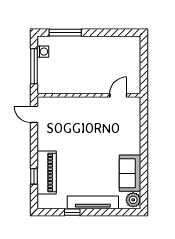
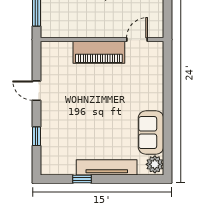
door: (34, 114) -> (36, 91), moved
piano: (47, 173) -> (99, 52), moved, turned 90

